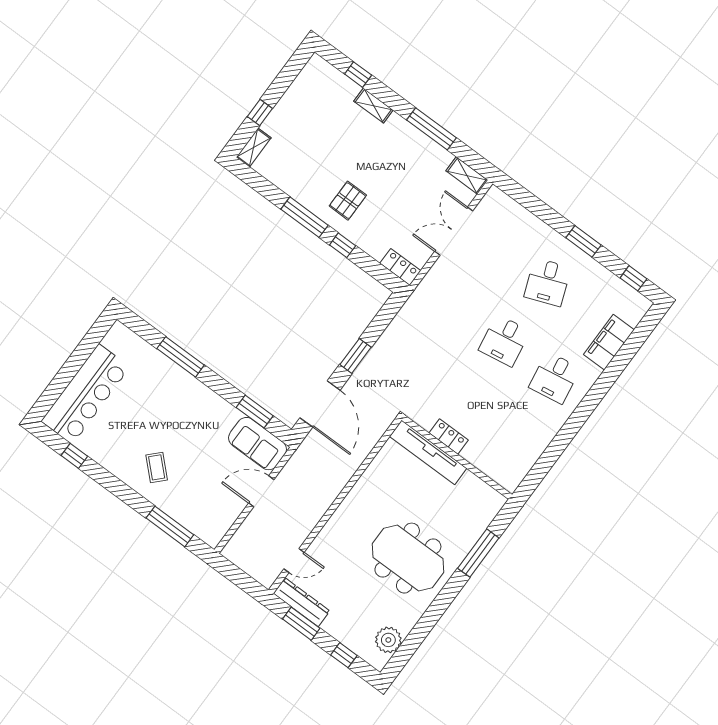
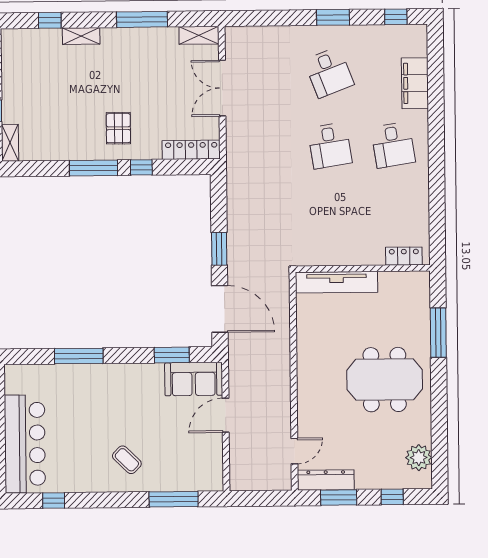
locker: (400, 267) -> (191, 150), width x1.53
locker: (449, 436) -> (404, 256), moved

